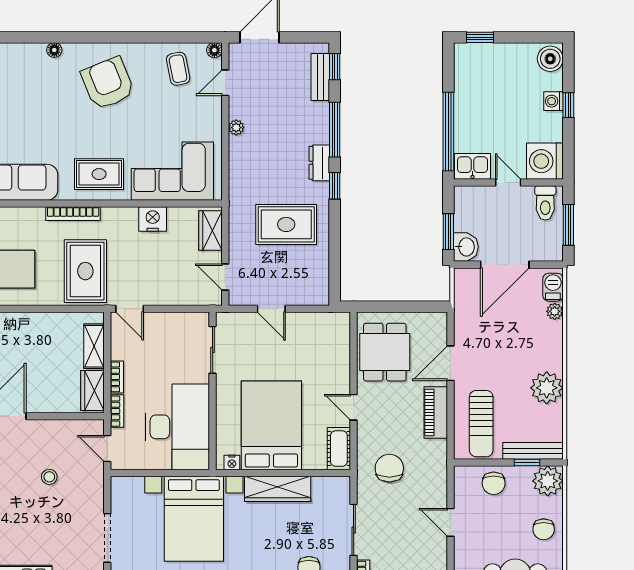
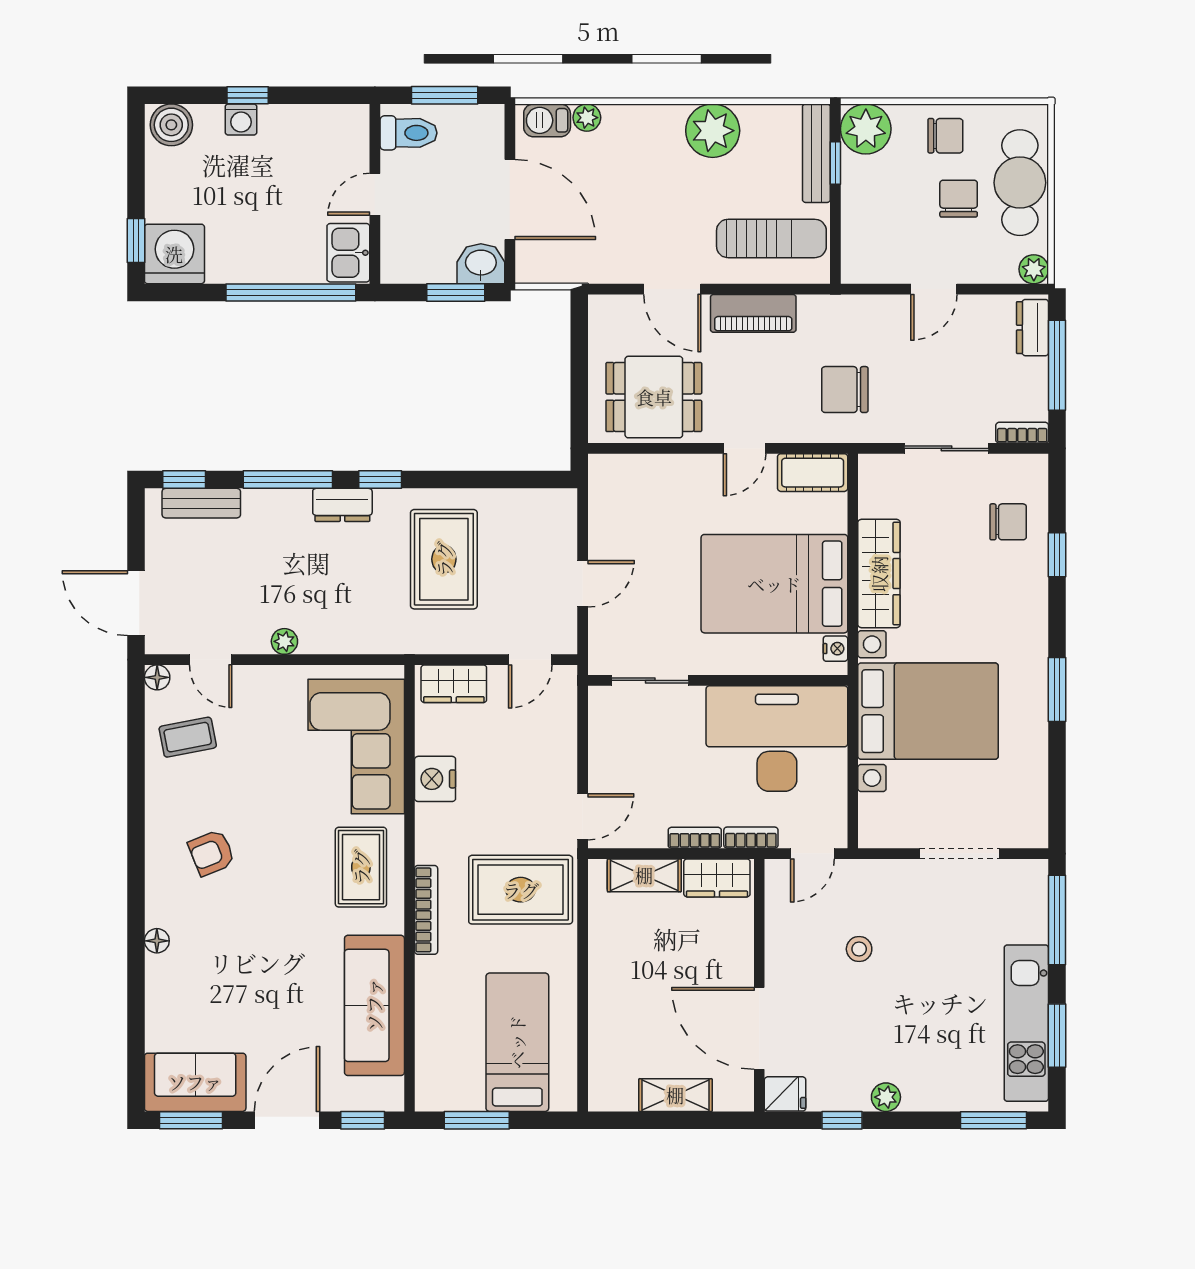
armchair: (108, 83) -> (212, 853), width x0.53, depth x0.53
washing machine: (545, 161) -> (174, 254), moved, turned 180
chair: (494, 483) -> (959, 199), moved, turned -90

